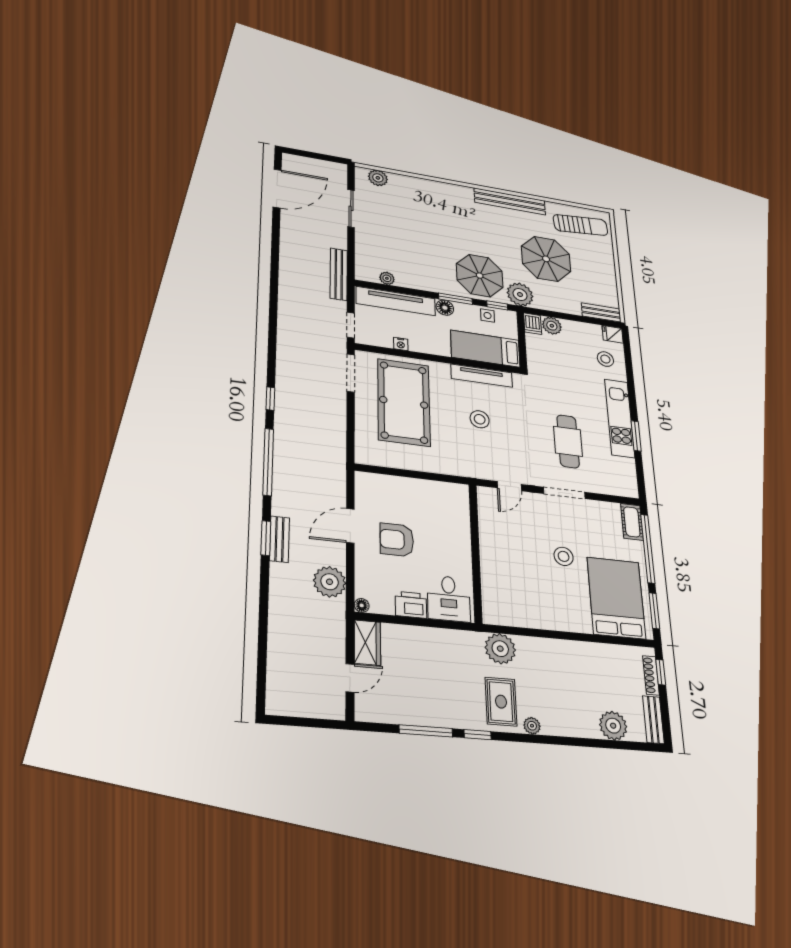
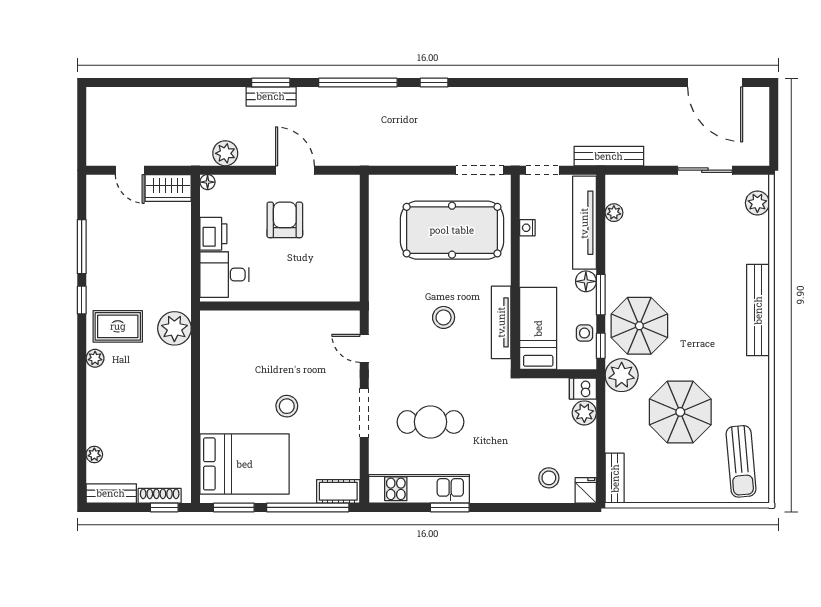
bench: (510, 201) -> (758, 310), moved
kitchen unit: (620, 418) -> (419, 489), moved
plant: (330, 582) -> (225, 153), width x0.73, depth x0.73
plant: (613, 726) -> (94, 455), width x0.53, depth x0.53

